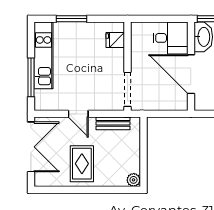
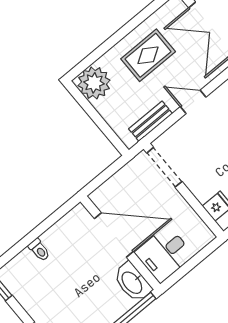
rug: (82, 164) -> (148, 55), turned 90
plant: (134, 180) -> (94, 83), width x1.88, depth x1.88

